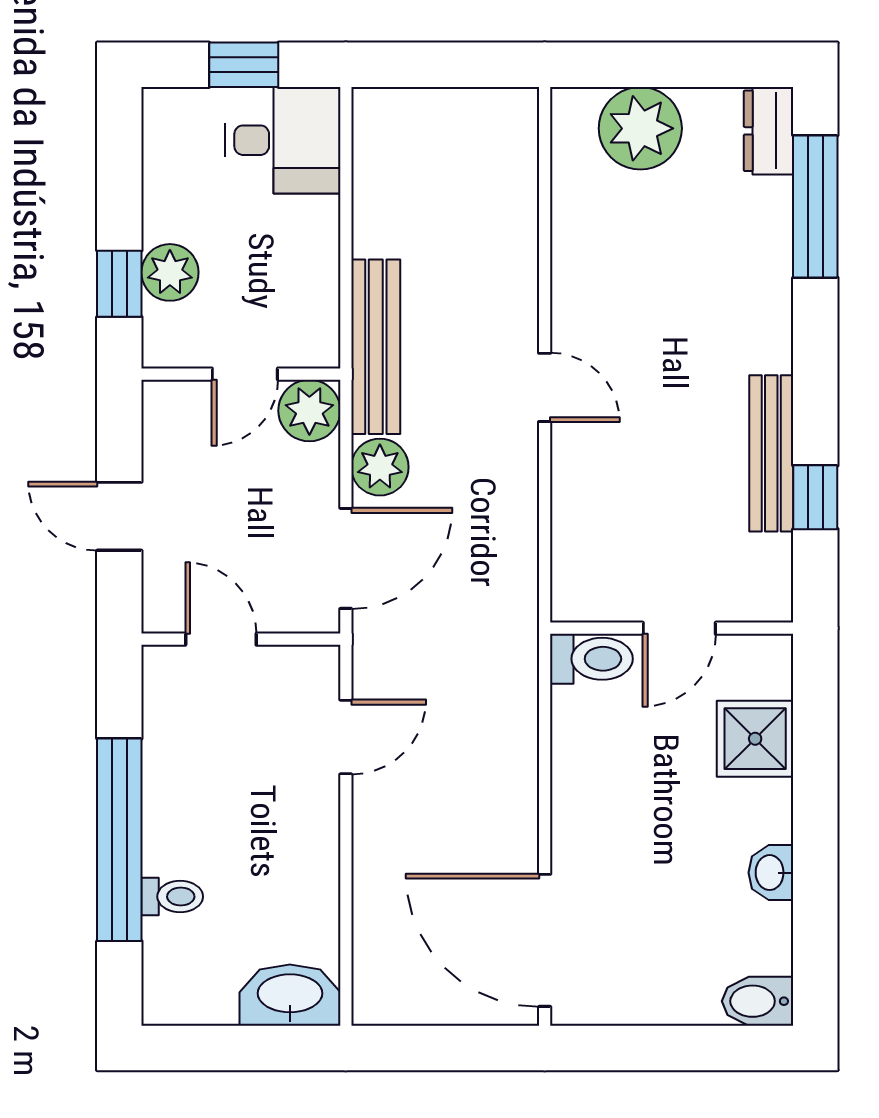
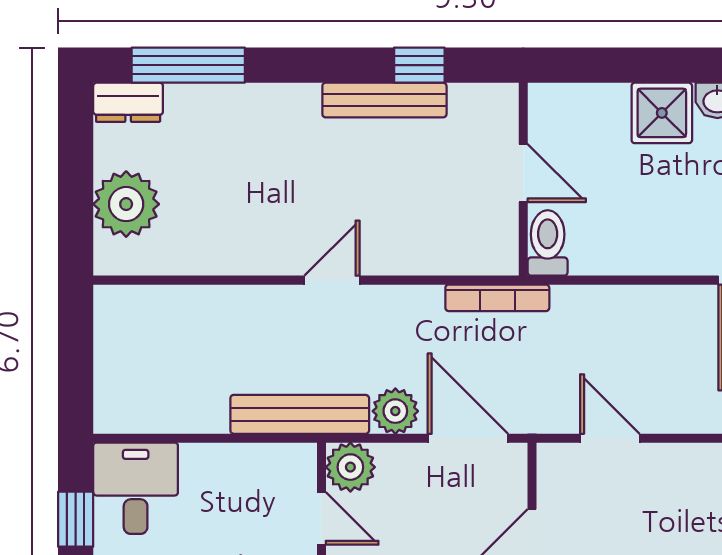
bookcase: (522, 595) -> (497, 298), added
shower: (755, 739) -> (662, 113), moved

